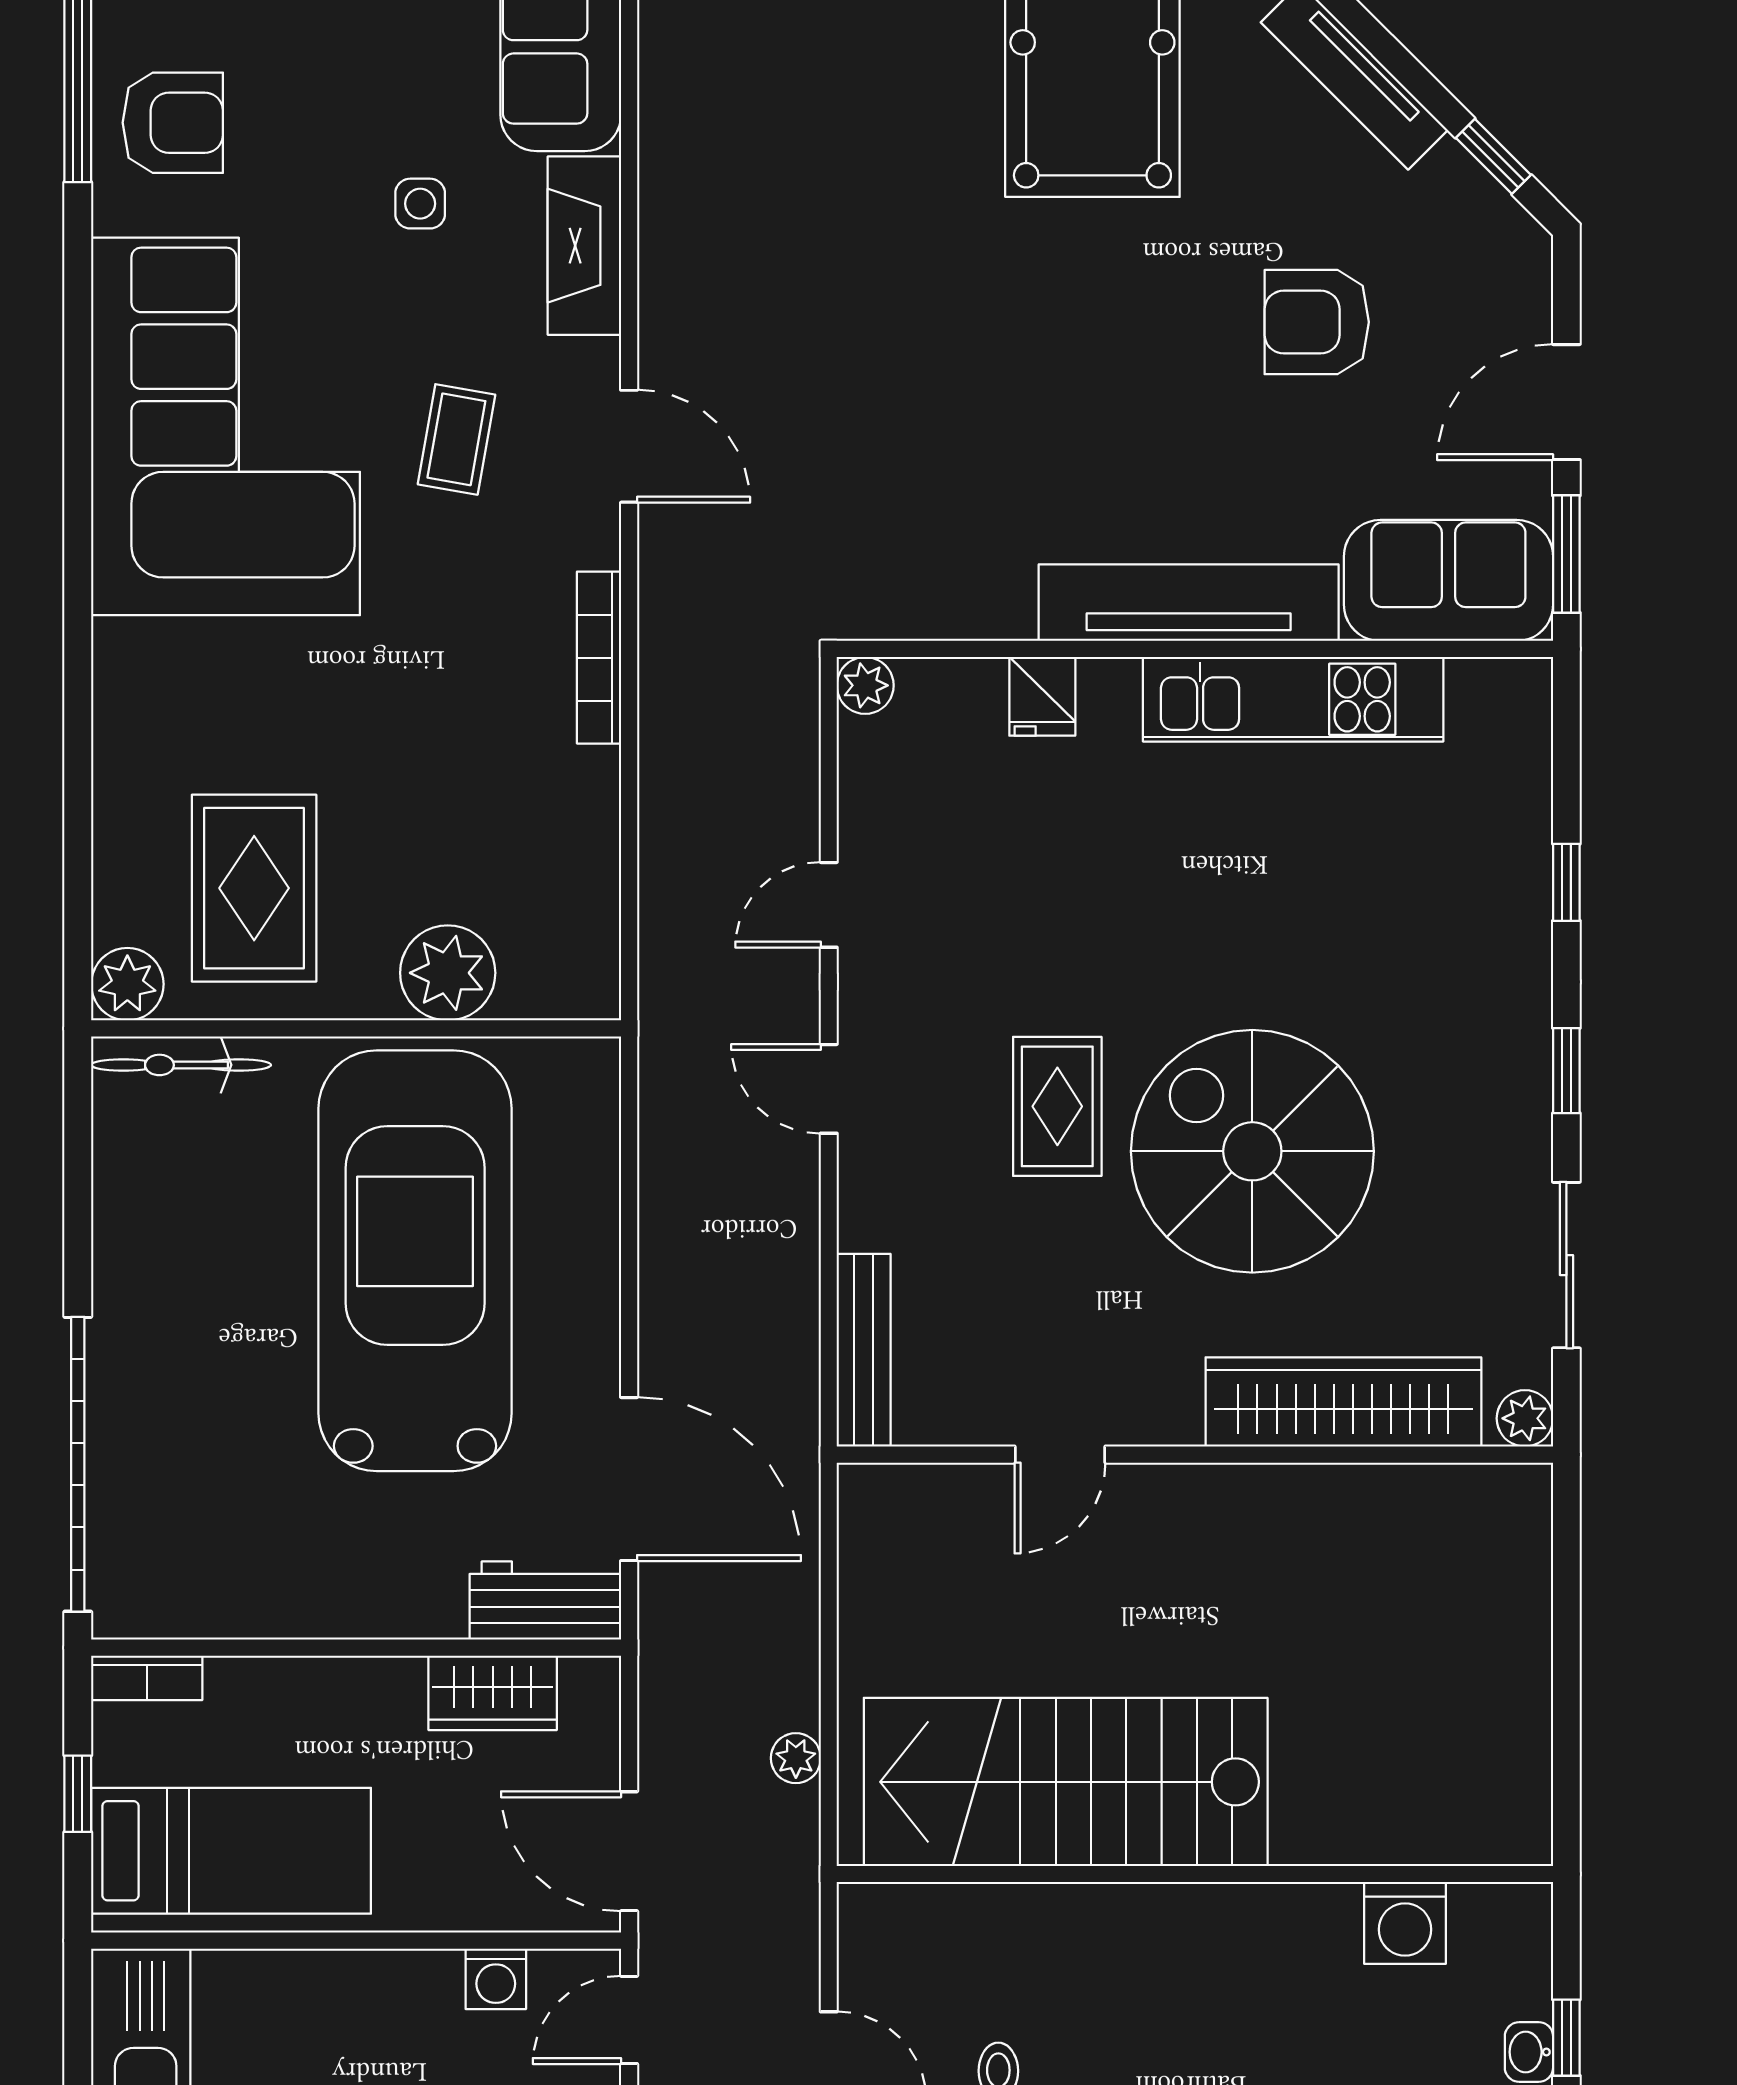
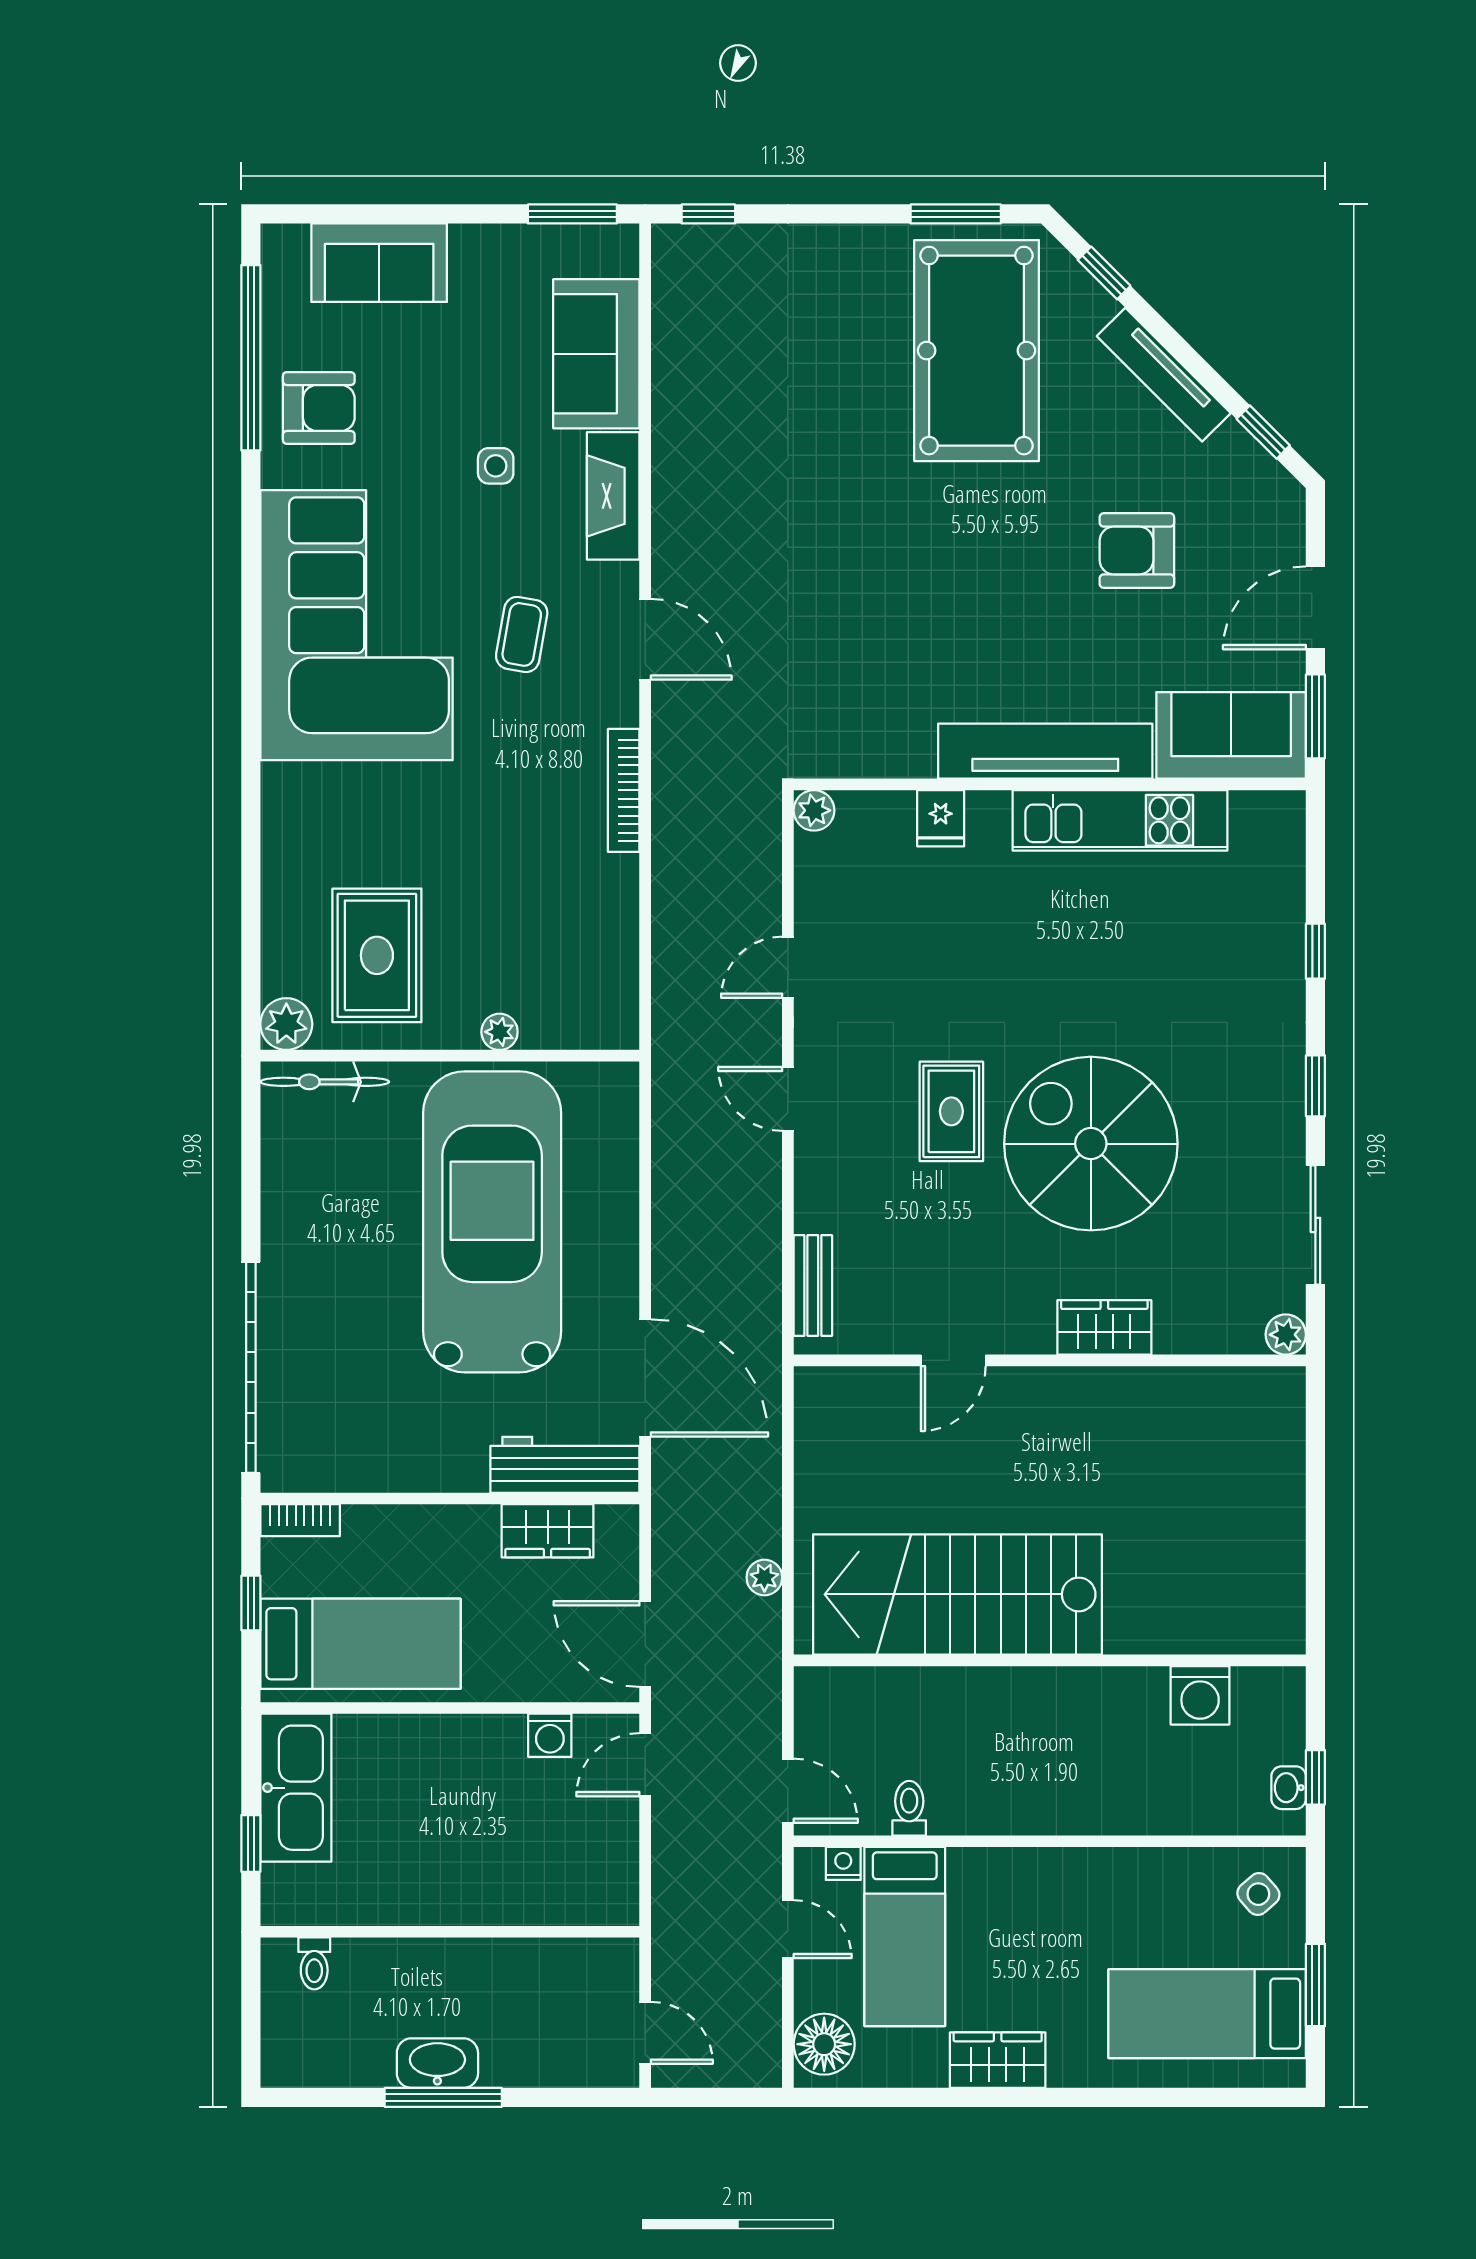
plant: (448, 973) -> (500, 1032), width x0.53, depth x0.53
bench: (864, 1350) -> (813, 1286), width x0.73
wardrobe: (1343, 1402) -> (1104, 1327), width x0.48, depth x0.85
workbench: (545, 1601) -> (565, 1465), width x1.38

